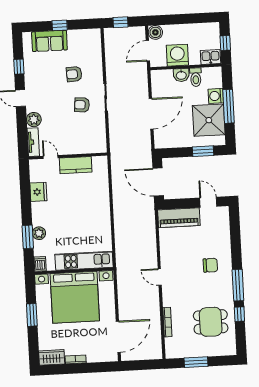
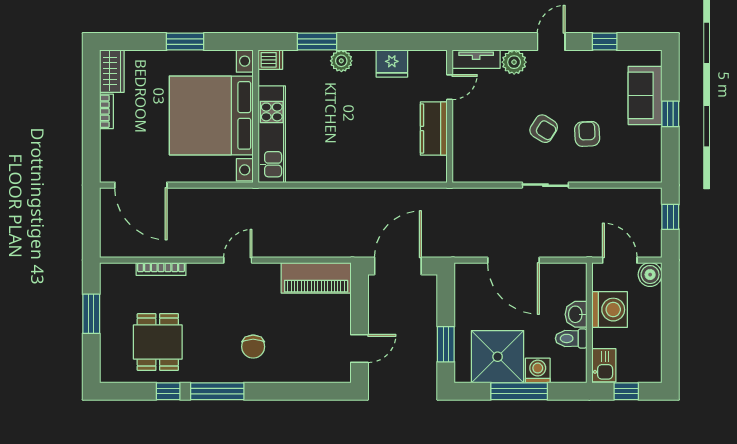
armchair: (82, 105) -> (544, 129), moved, turned 117
piano: (179, 218) -> (316, 278), moved, turned -90
plant: (39, 233) -> (341, 61), moved

